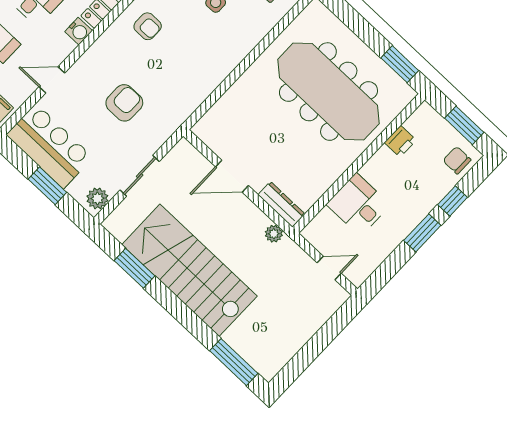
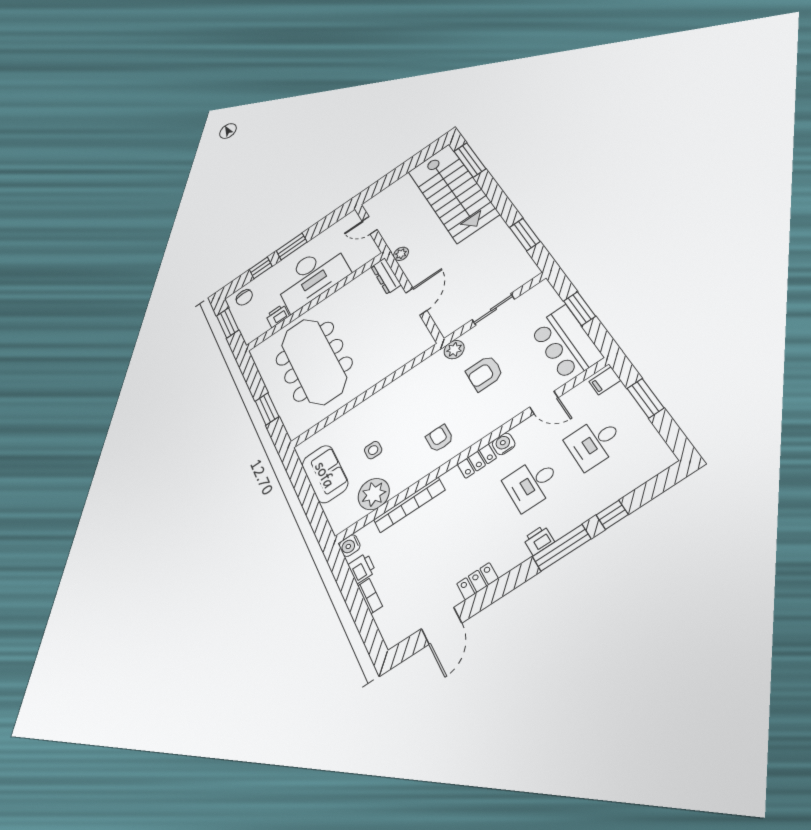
window: (400, 64) -> (267, 409), moved
door: (232, 176) -> (416, 302), hinge flipped
plant: (97, 198) -> (454, 350), moved
desk: (358, 205) -> (312, 277), width x1.87, depth x1.30
stairs: (189, 270) -> (453, 193), moved

